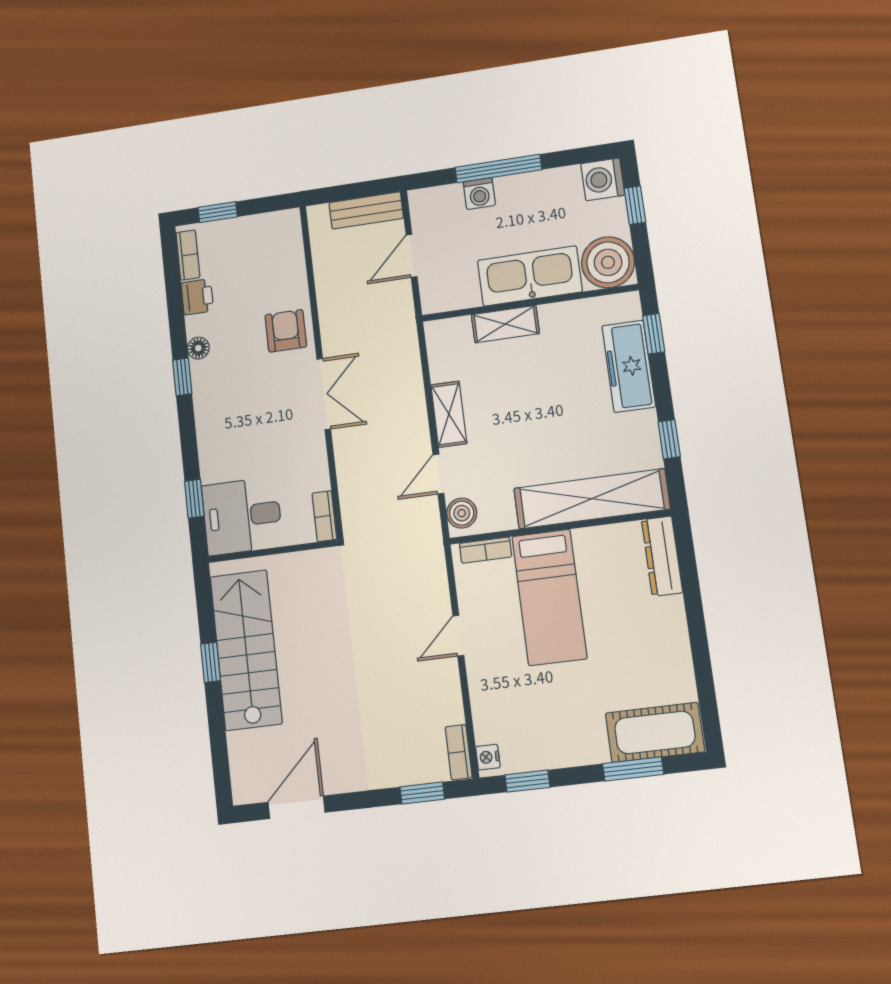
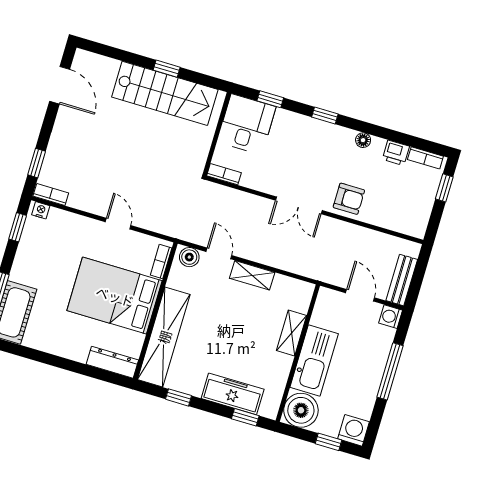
washing machine: (479, 194) -> (391, 317), moved
window: (182, 377) -> (325, 115), moved
bed: (549, 597) -> (115, 296), width x1.50

